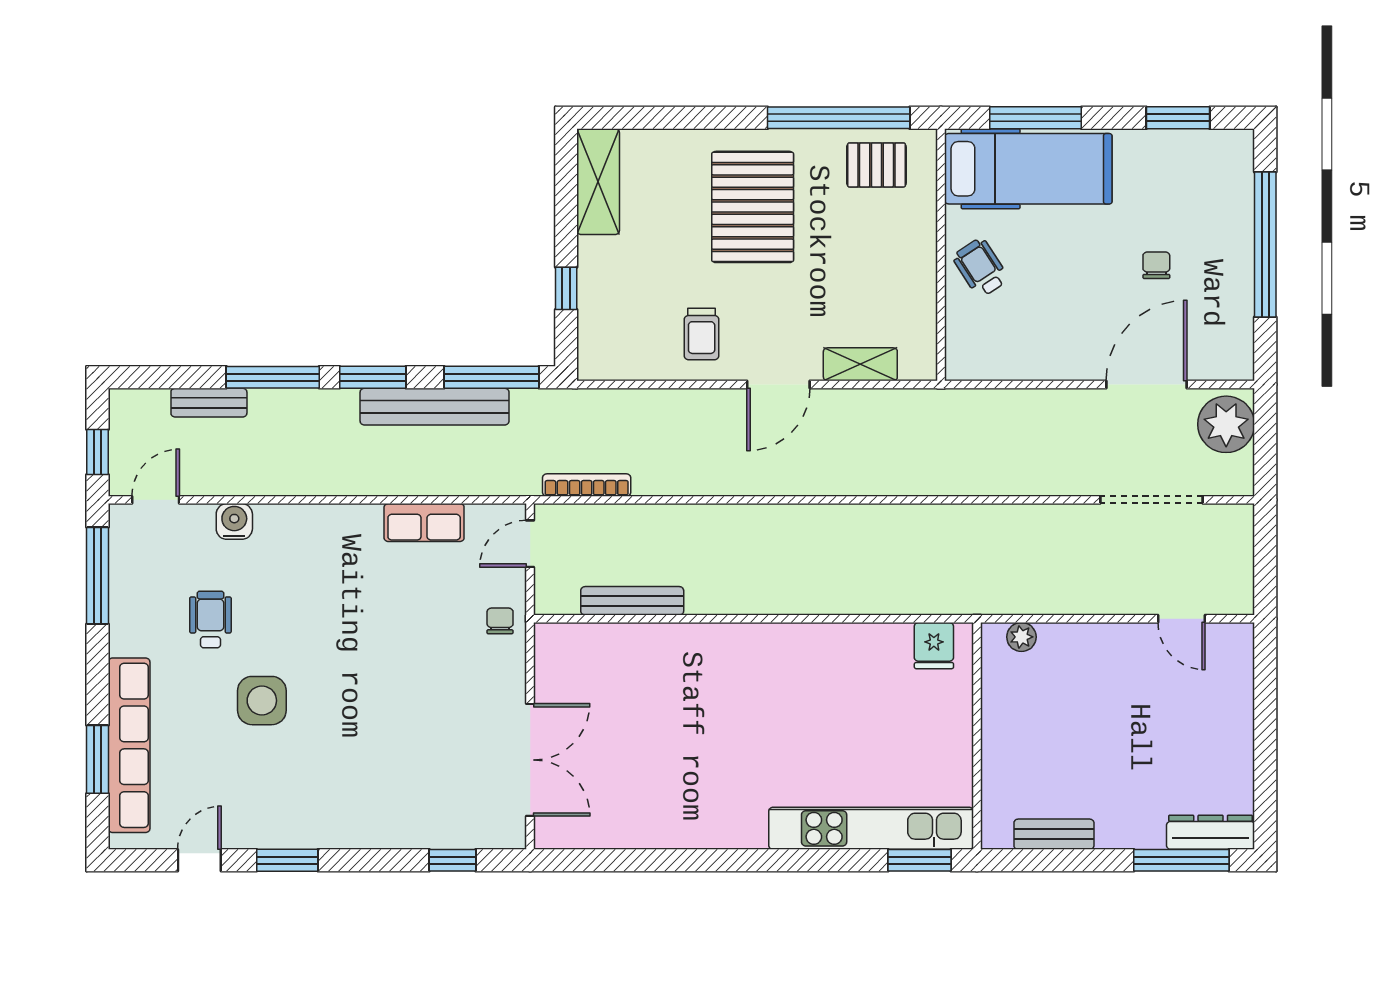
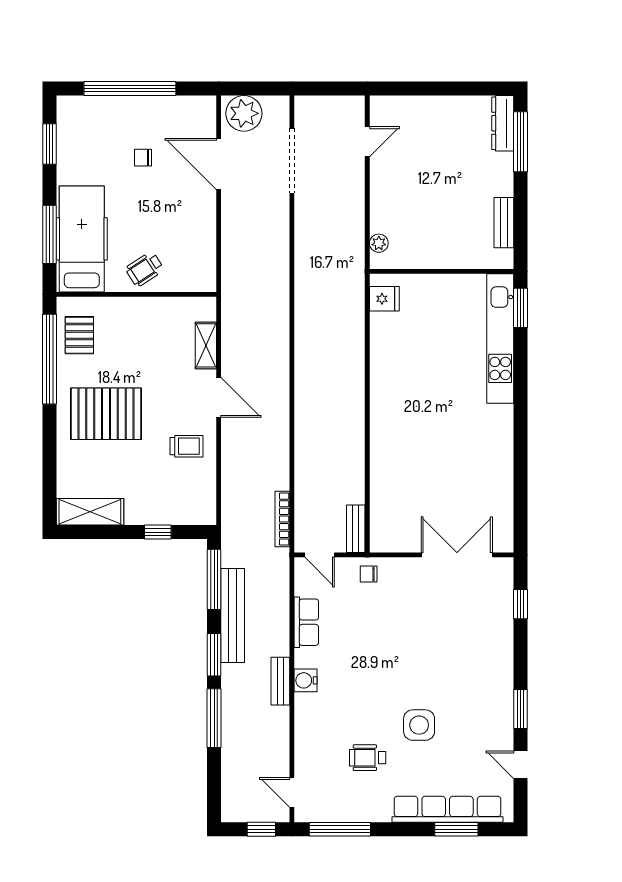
bench: (209, 403) -> (280, 681), moved
water cooler: (234, 521) -> (306, 680), moved
bench: (632, 601) -> (356, 529), moved, width x0.73

